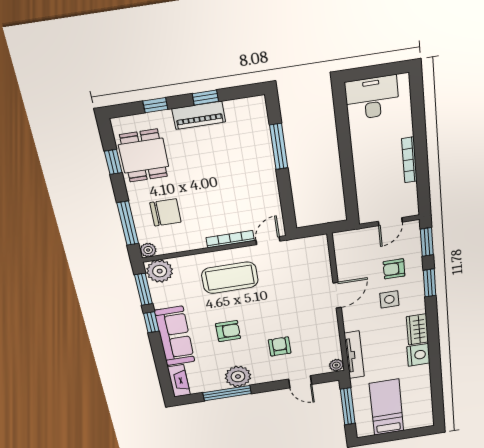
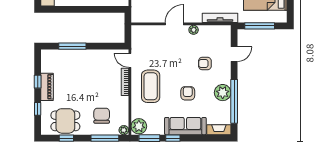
door: (337, 295) -> (174, 24), hinge flipped
plant: (336, 365) -> (194, 30), moved
window: (227, 393) -> (234, 101), width x1.46

